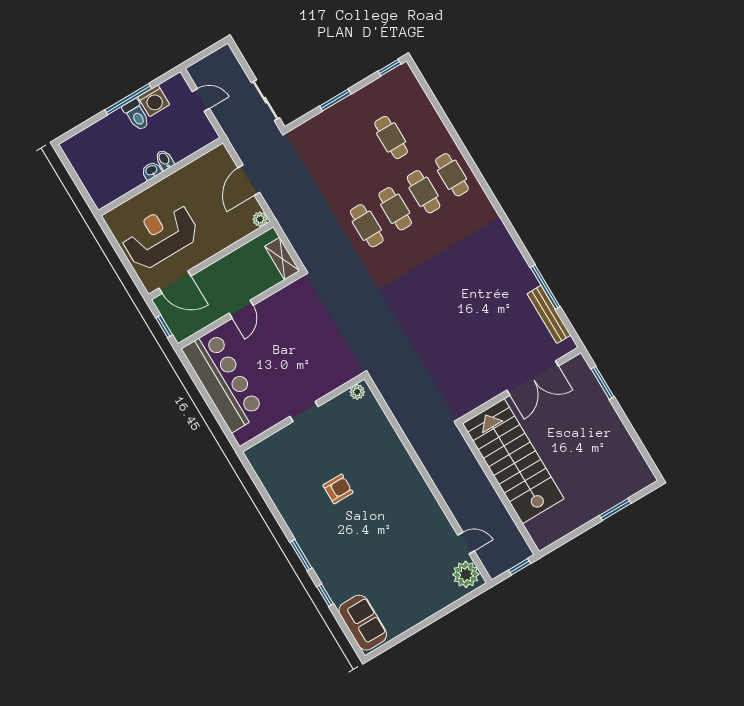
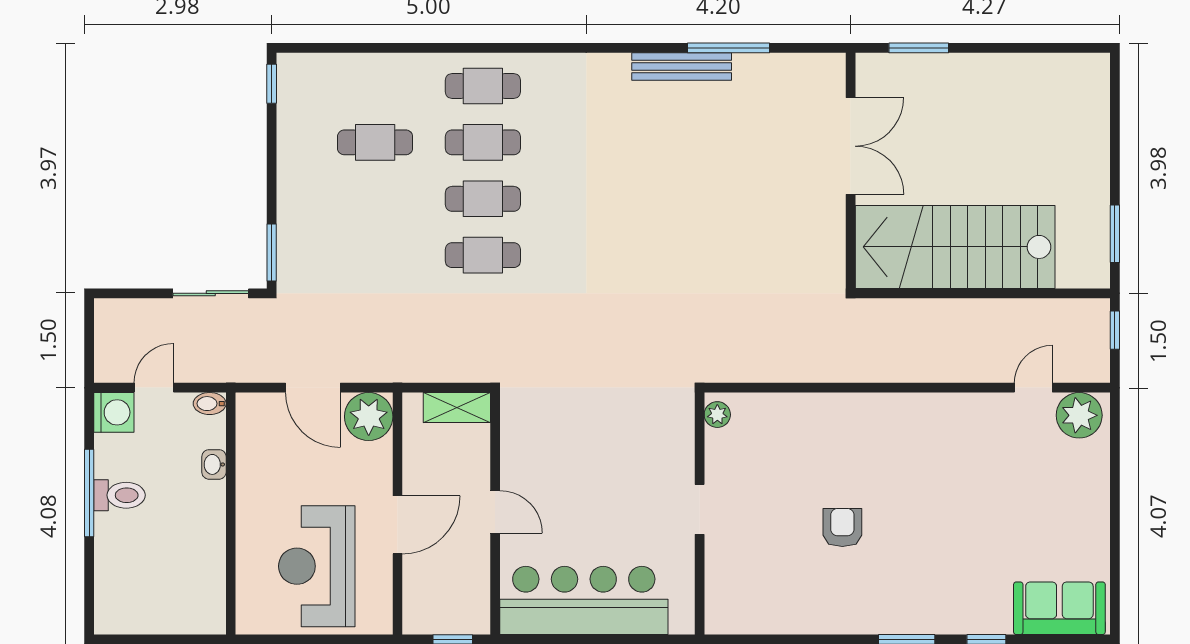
window: (335, 100) -> (272, 252), moved
washing machine: (154, 101) -> (114, 412), moved
bidet: (165, 160) -> (210, 404), moved
washbasin: (152, 171) -> (214, 464), moved
plant: (260, 219) -> (369, 417), width x1.87, depth x1.87
door: (175, 282) -> (398, 525), moved
bench: (549, 314) -> (682, 67), moved
window: (615, 509) -> (1115, 234), moved

